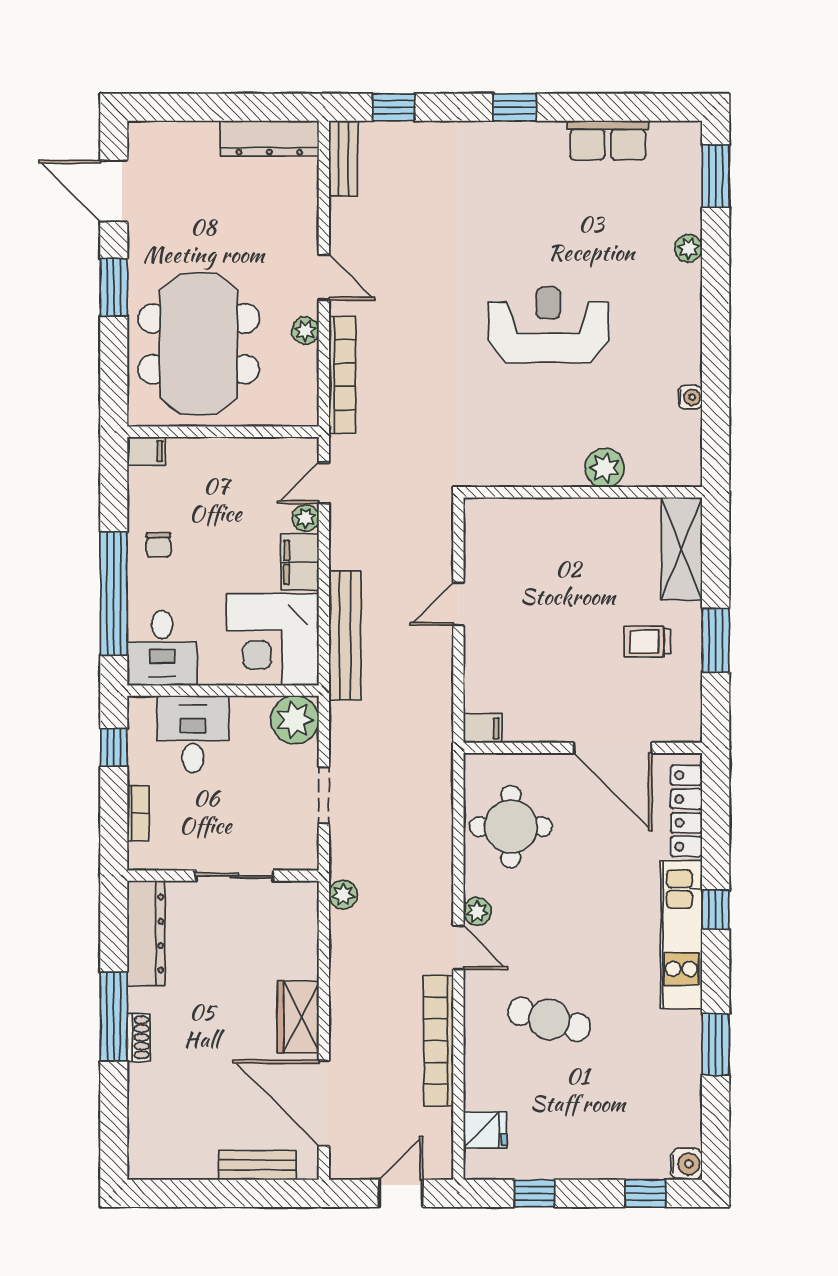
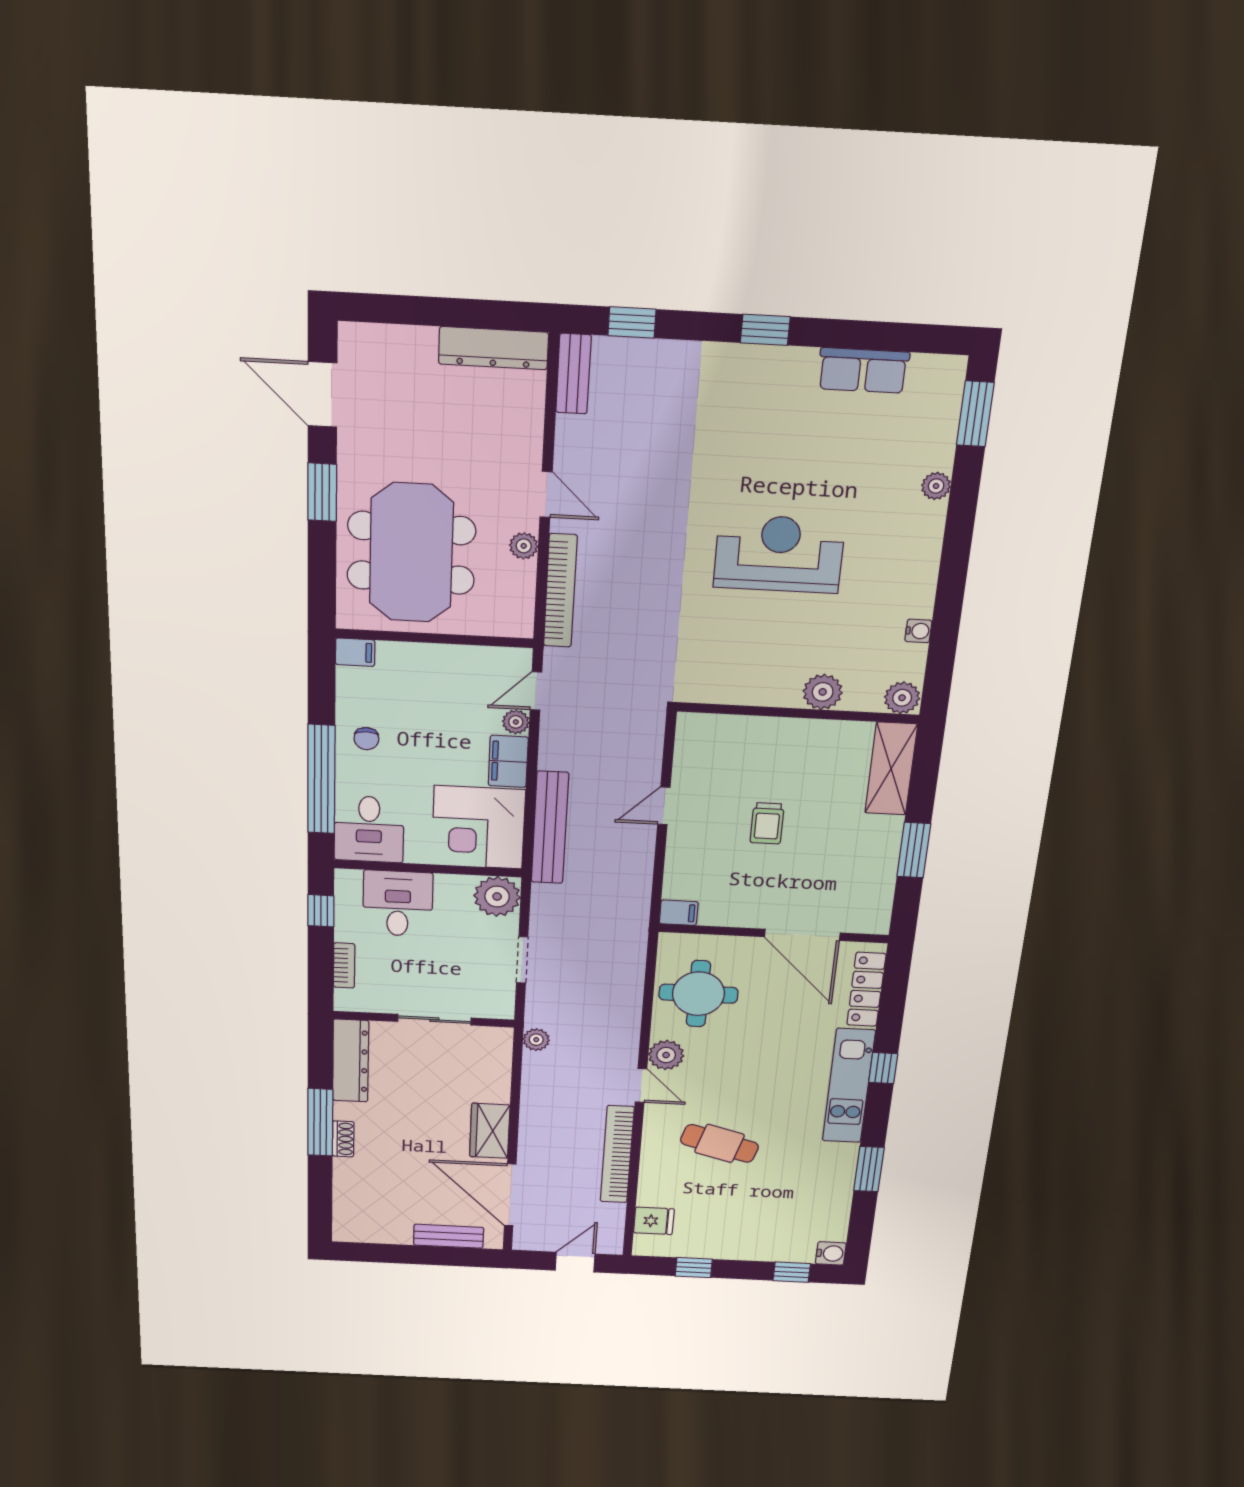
plant: (683, 470) -> (902, 698), added
trolley: (647, 642) -> (767, 823), moved, turned -90
plant: (477, 912) -> (666, 1055), width x1.38, depth x1.38

